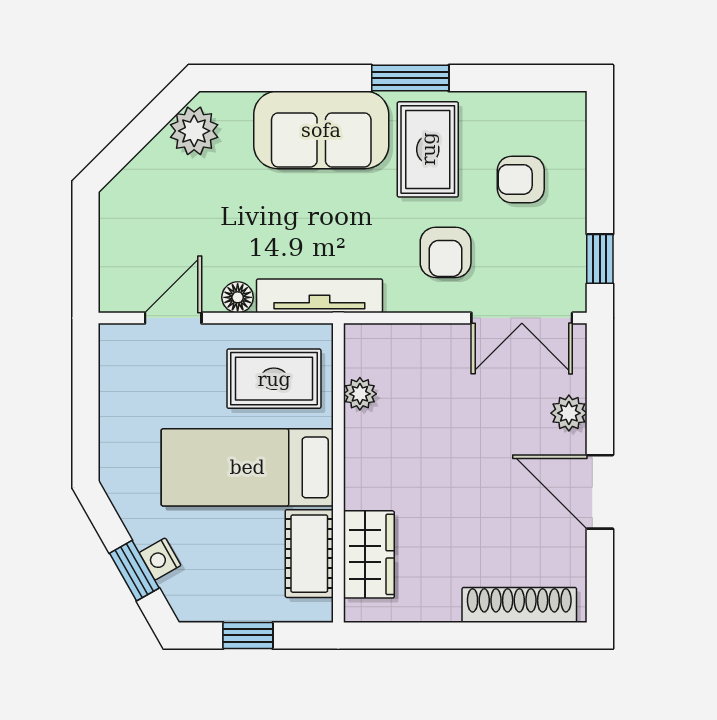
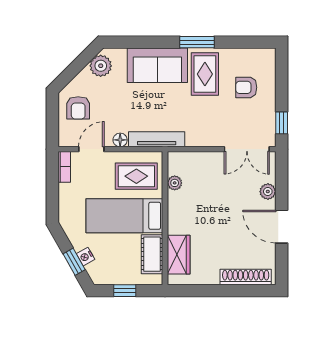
armchair: (446, 252) -> (78, 108), moved
bookcase: (112, 358) -> (64, 167), added

